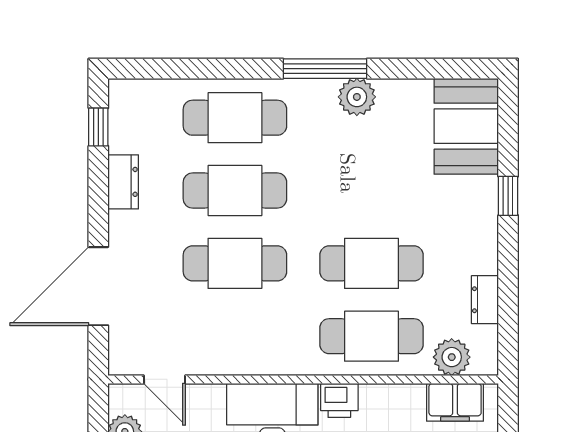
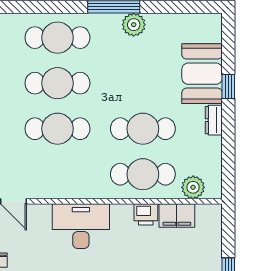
booth: (466, 126) -> (202, 74), moved
dresser: (485, 300) -> (214, 120), moved
printer: (339, 400) -> (146, 214), moved
filing cabinet: (455, 402) -> (177, 216), moved

